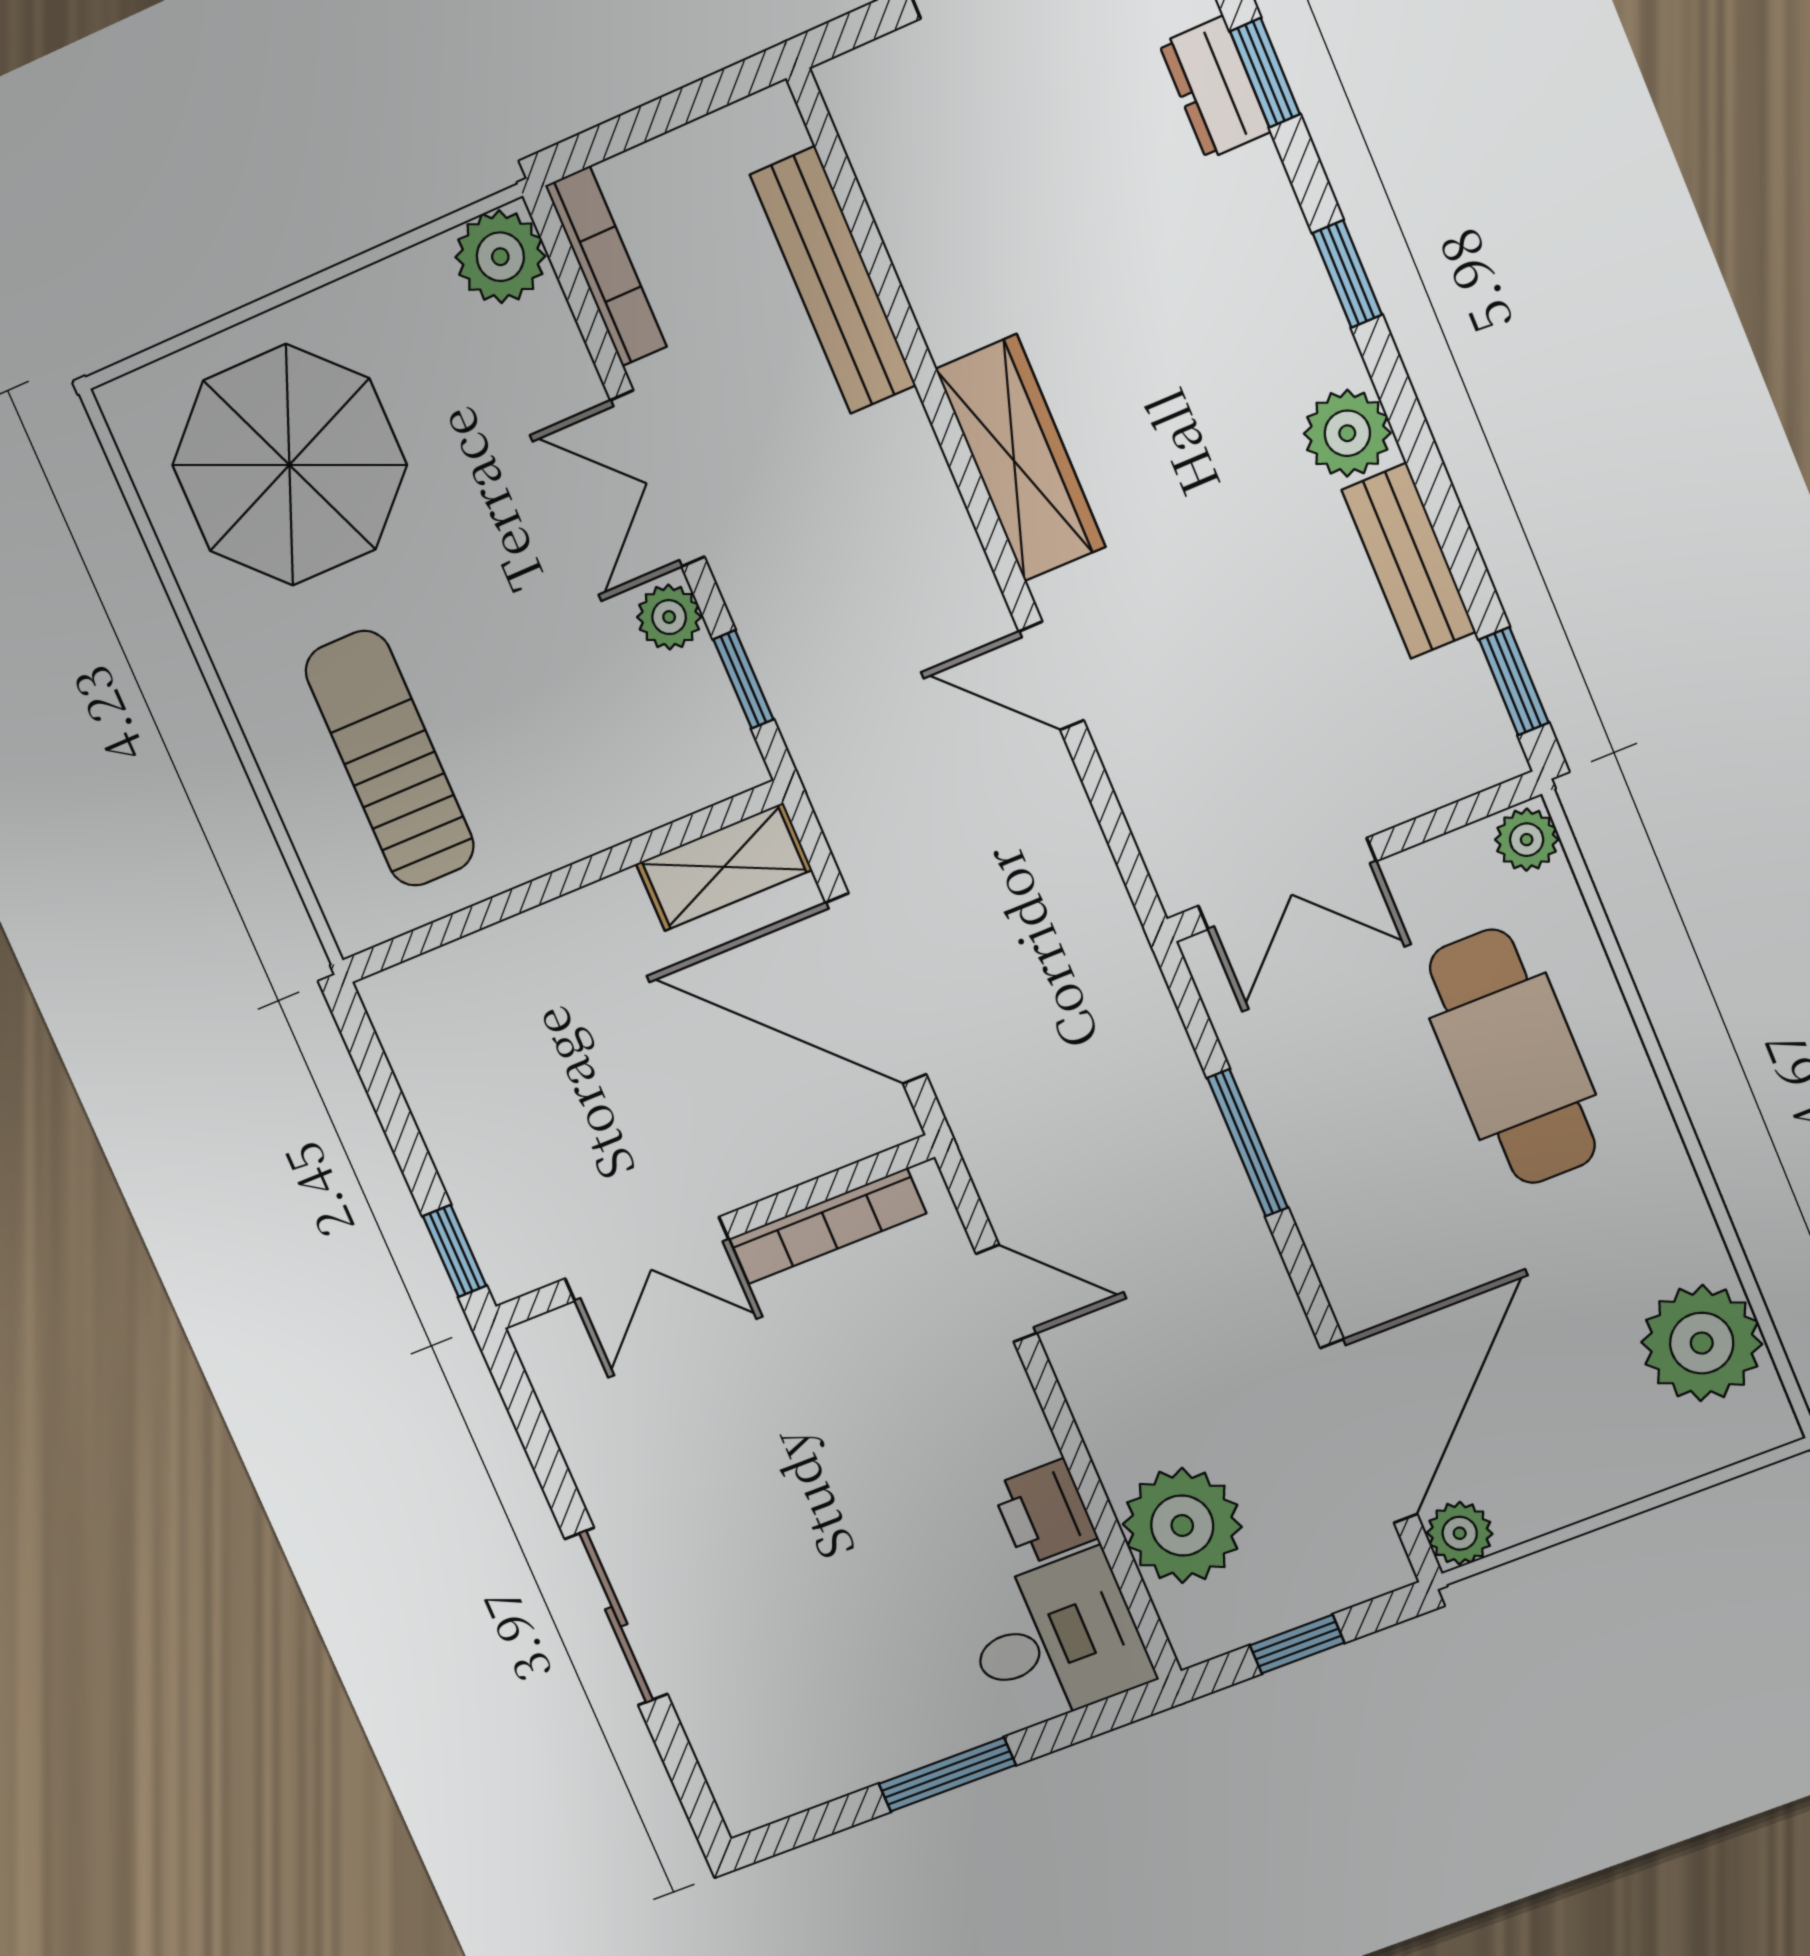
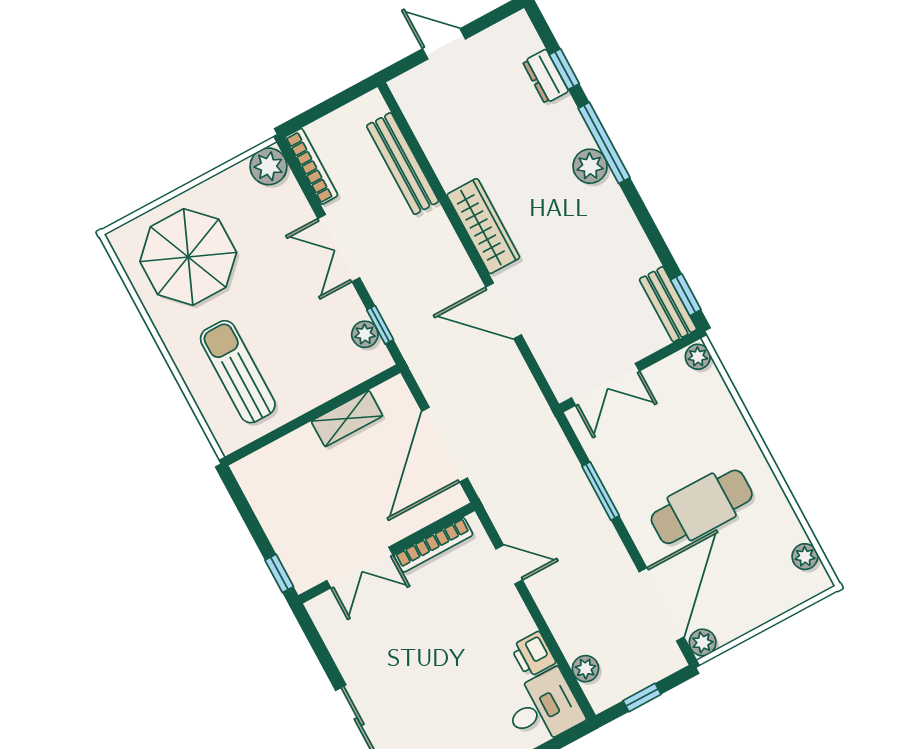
window: (1347, 274) -> (604, 143), width x2.17
plant: (1347, 433) -> (590, 166), moved
bench: (1409, 561) -> (668, 304), moved
plant: (669, 617) -> (365, 334), moved
door: (1051, 676) -> (504, 311), width x1.37
shelving: (724, 867) -> (347, 419), moved
door: (876, 989) -> (445, 445), hinge flipped
cafe table: (1512, 1057) -> (702, 507), moved, turned 90
plant: (1702, 1343) -> (805, 557), width x0.53, depth x0.53
plant: (1182, 1526) -> (585, 669), width x0.53, depth x0.53

